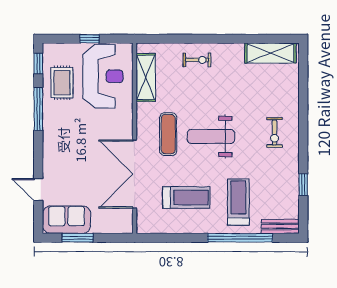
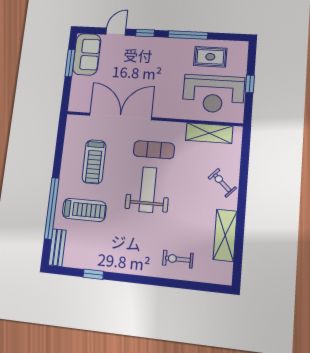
shelving: (270, 53) -> (225, 235), moved
exercise bike: (197, 60) -> (222, 183), turned 133
window: (38, 64) -> (145, 33), moved
exercise bike: (275, 133) -> (178, 259), moved

